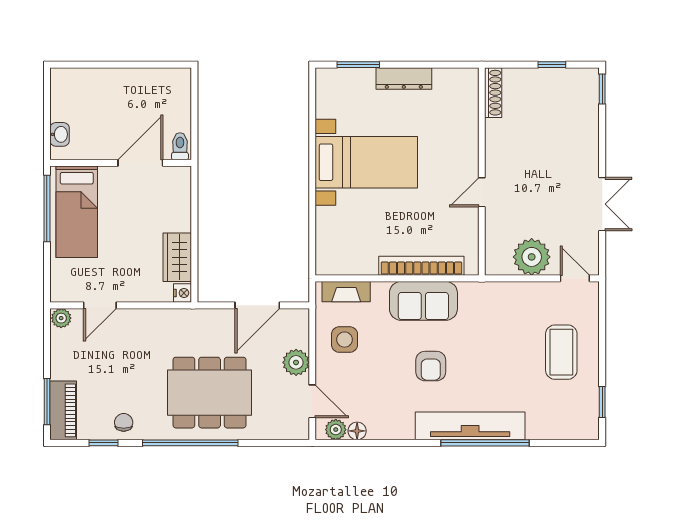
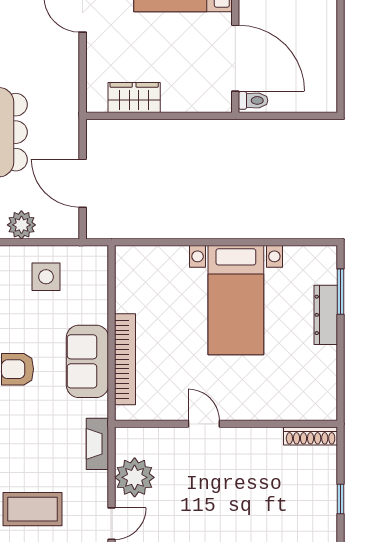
dresser: (404, 78) -> (326, 315), moved
door: (140, 163) -> (235, 58), width x1.36
fireplace: (346, 292) -> (97, 444), moved
nightstand: (183, 293) -> (96, 103), removed

